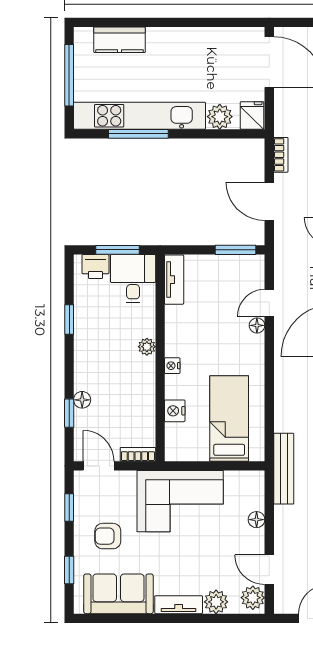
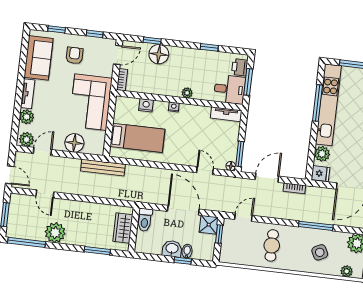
floor lamp: (257, 325) -> (231, 166), moved
floor lamp: (82, 400) -> (159, 54), width x1.89, depth x1.89
floor lamp: (257, 520) -> (74, 143), width x1.89, depth x1.89

